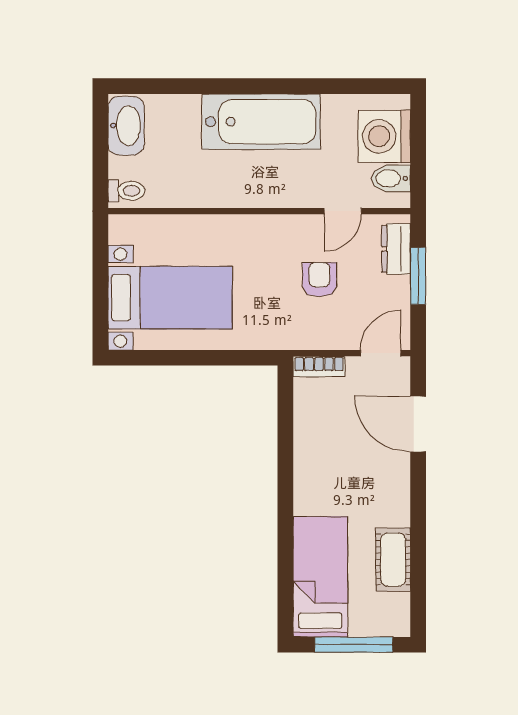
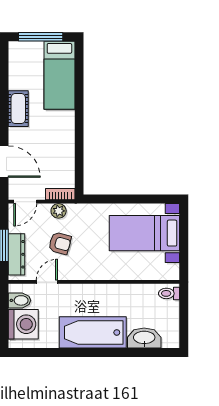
washbasin: (126, 126) -> (144, 338), moved, turned 90
dresser: (396, 249) -> (17, 254), width x1.44
armchair: (319, 279) -> (60, 243), turned -75
plant: (322, 337) -> (59, 211), added
cot: (393, 560) -> (18, 109), moved

